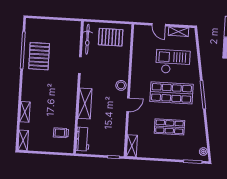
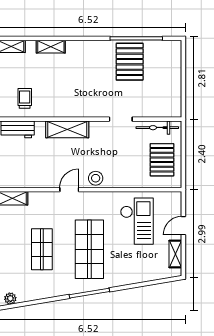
pallet: (39, 56) -> (130, 62), turned 90
checkout: (173, 62) -> (137, 221), moved
door: (128, 105) -> (69, 190), swing flipped

